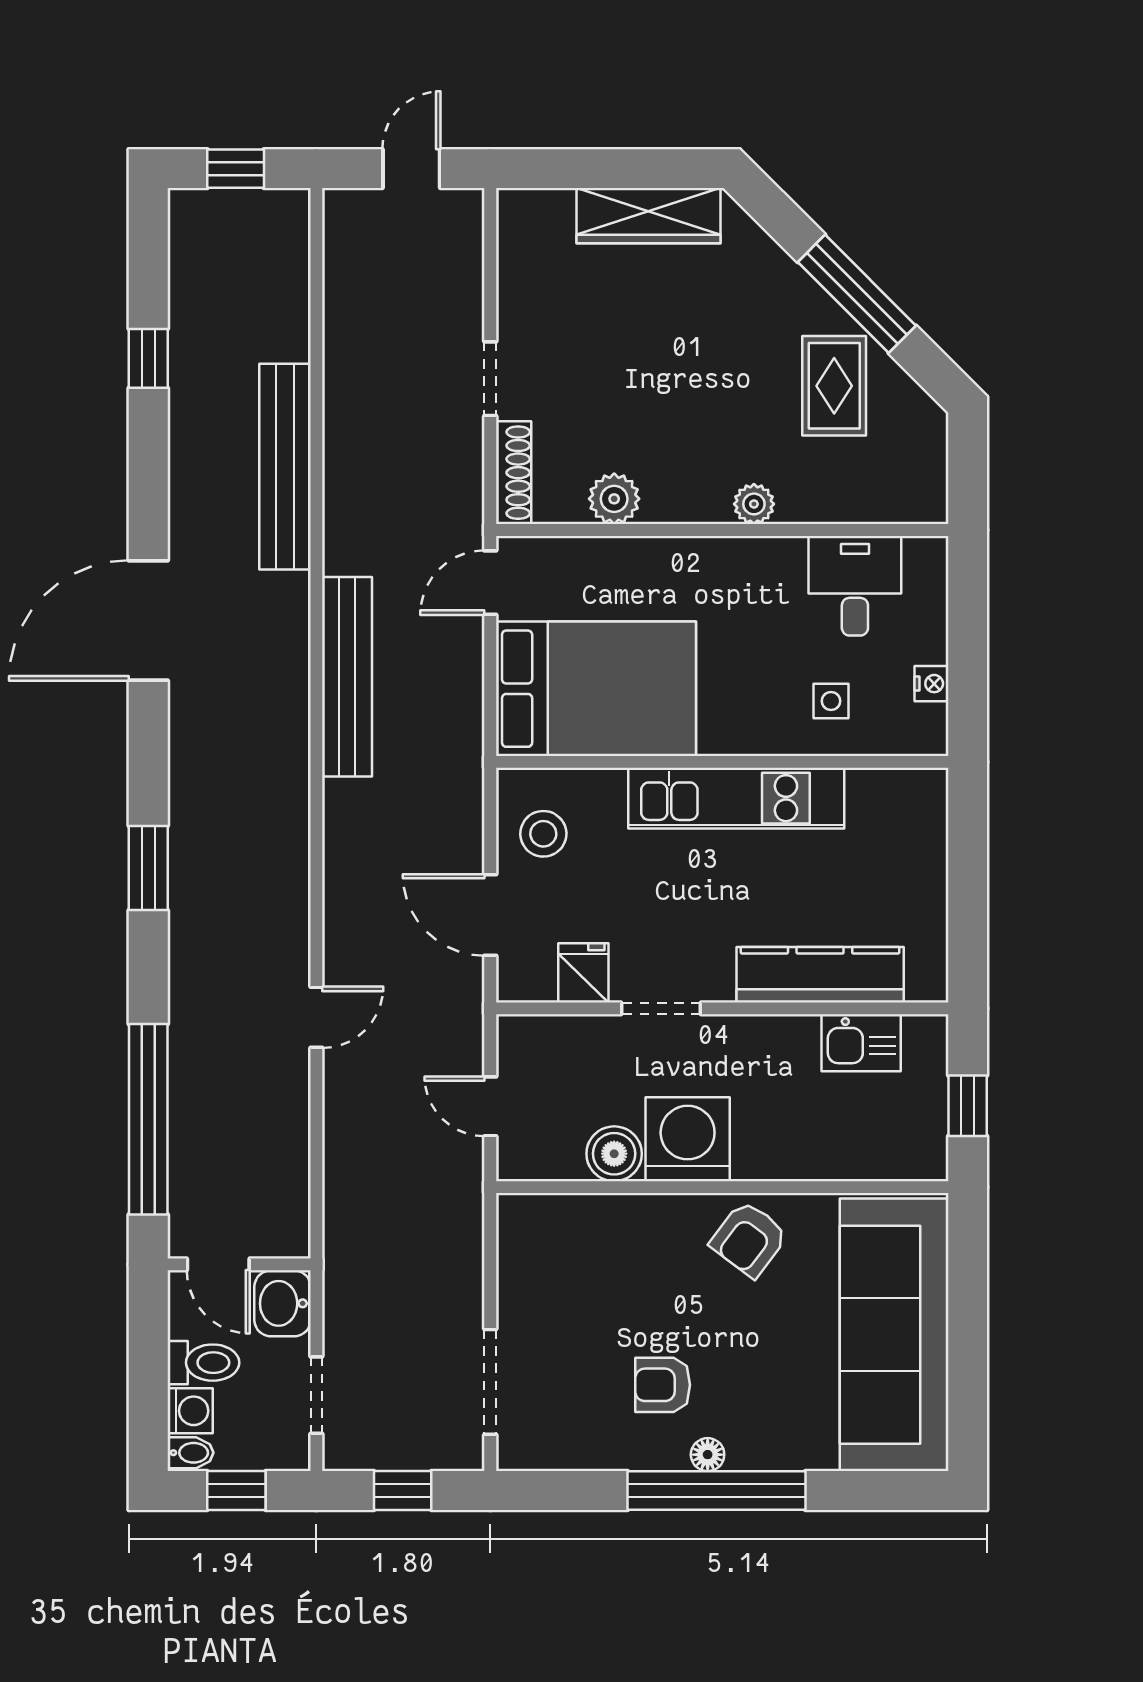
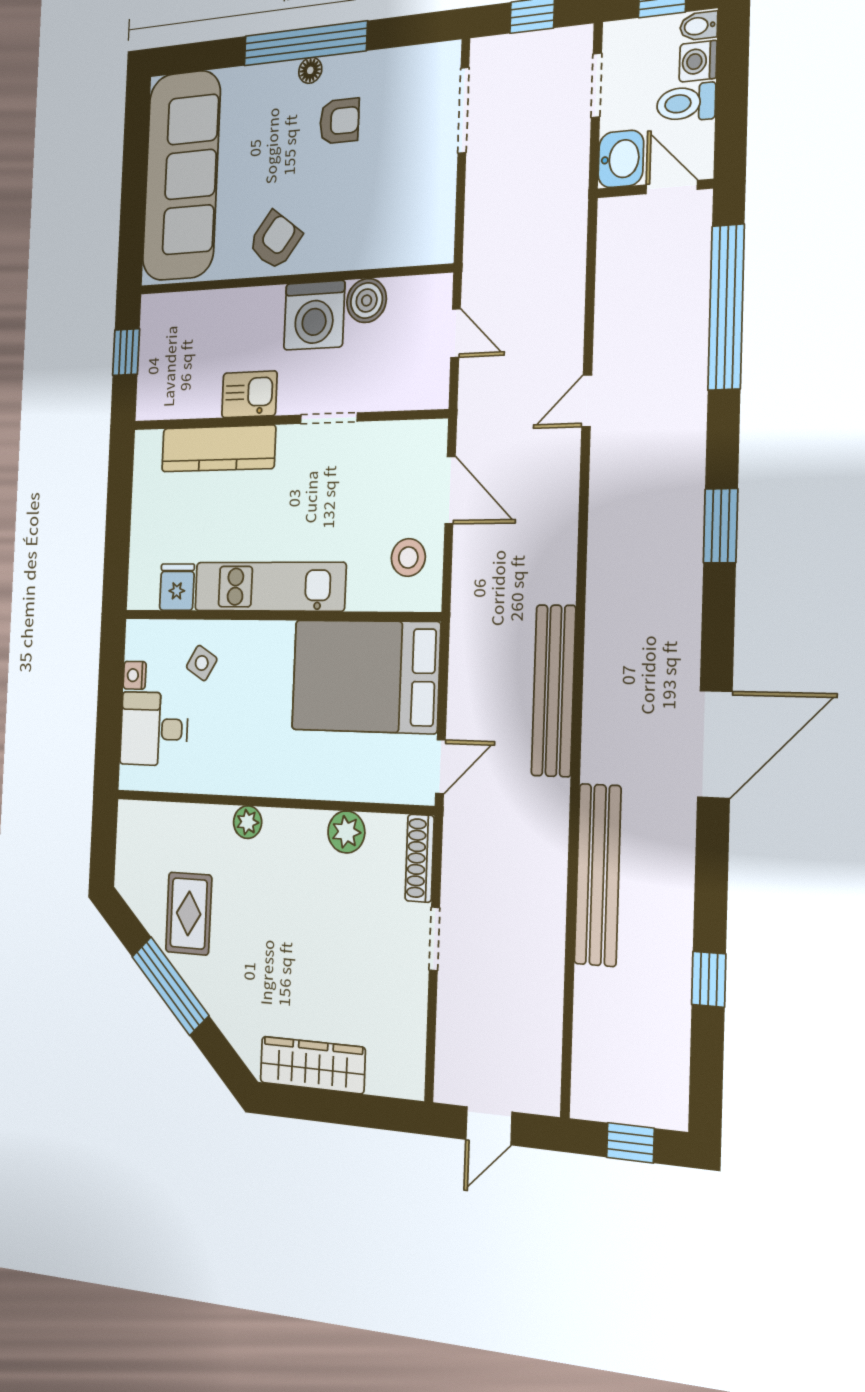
desk: (855, 586) -> (154, 729), moved, turned 90
side table: (831, 701) -> (202, 663), turned 31
fridge: (583, 973) -> (177, 587), moved, turned 180
kitchen sink: (861, 1043) -> (249, 394), moved

